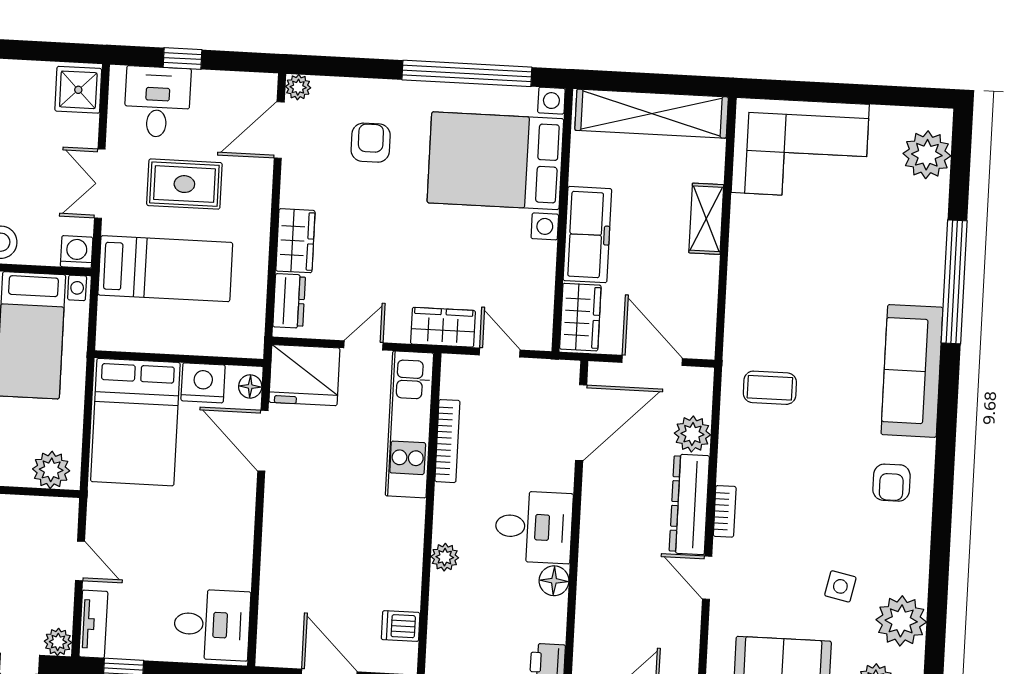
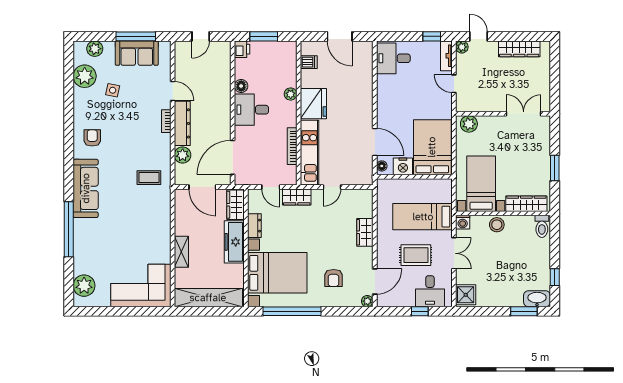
dresser: (289, 301) -> (254, 226), moved, turned 180
fridge: (304, 375) -> (313, 104), moved, turned 90

